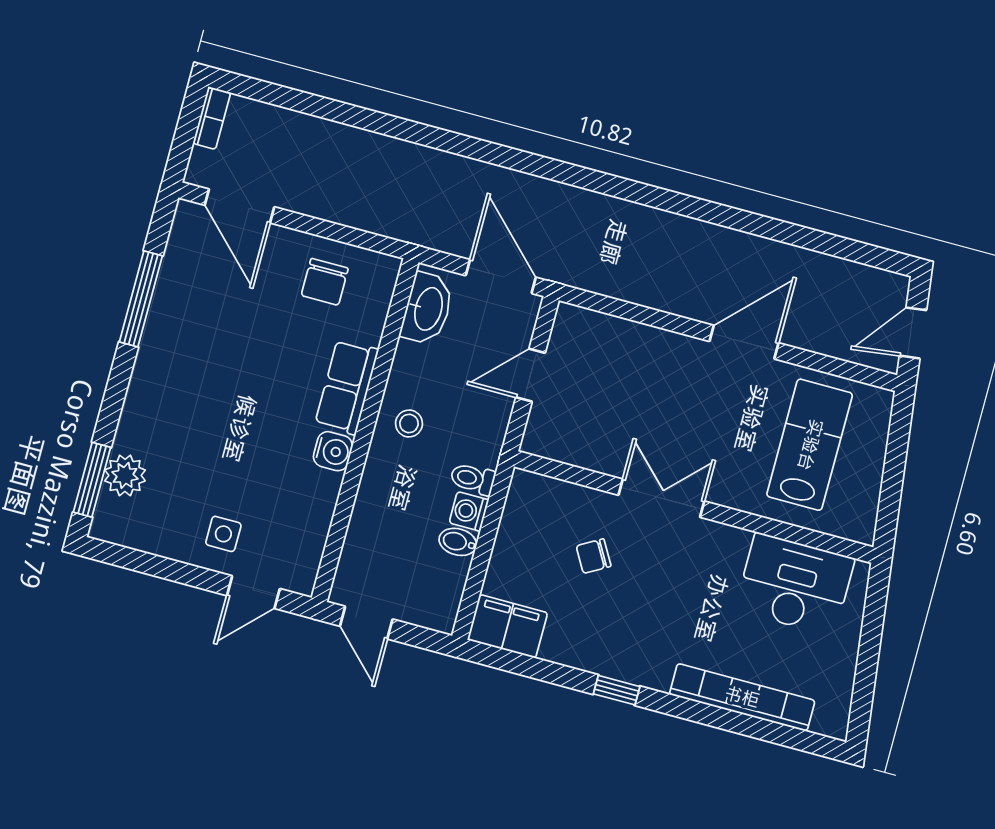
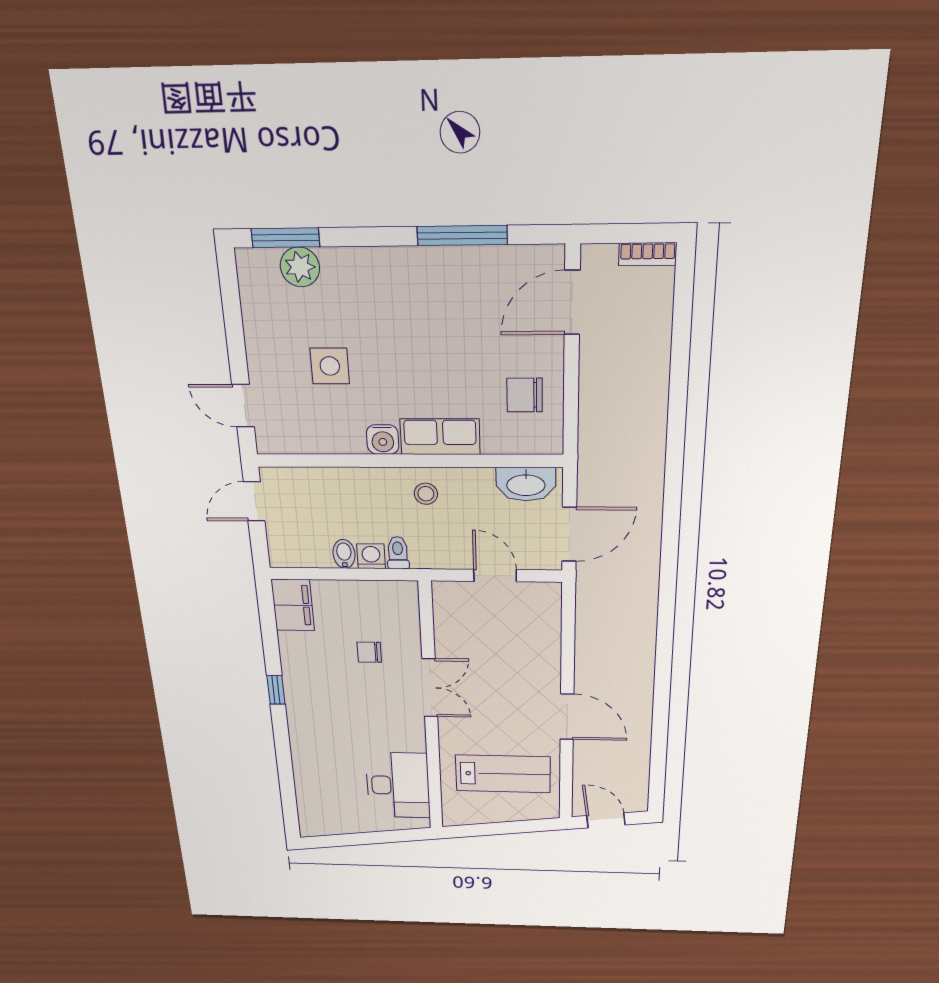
side table: (223, 534) -> (330, 366), moved, width x1.37, depth x1.37
chair: (594, 556) -> (369, 652), turned -60
bookcase: (742, 697) -> (304, 770), removed

